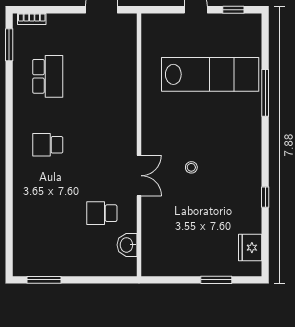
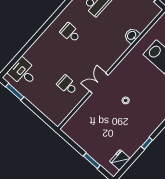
double door: (139, 176) -> (99, 83), swing flipped
washbasin: (127, 245) -> (132, 36), moved
desk: (33, 246) -> (23, 72), added

